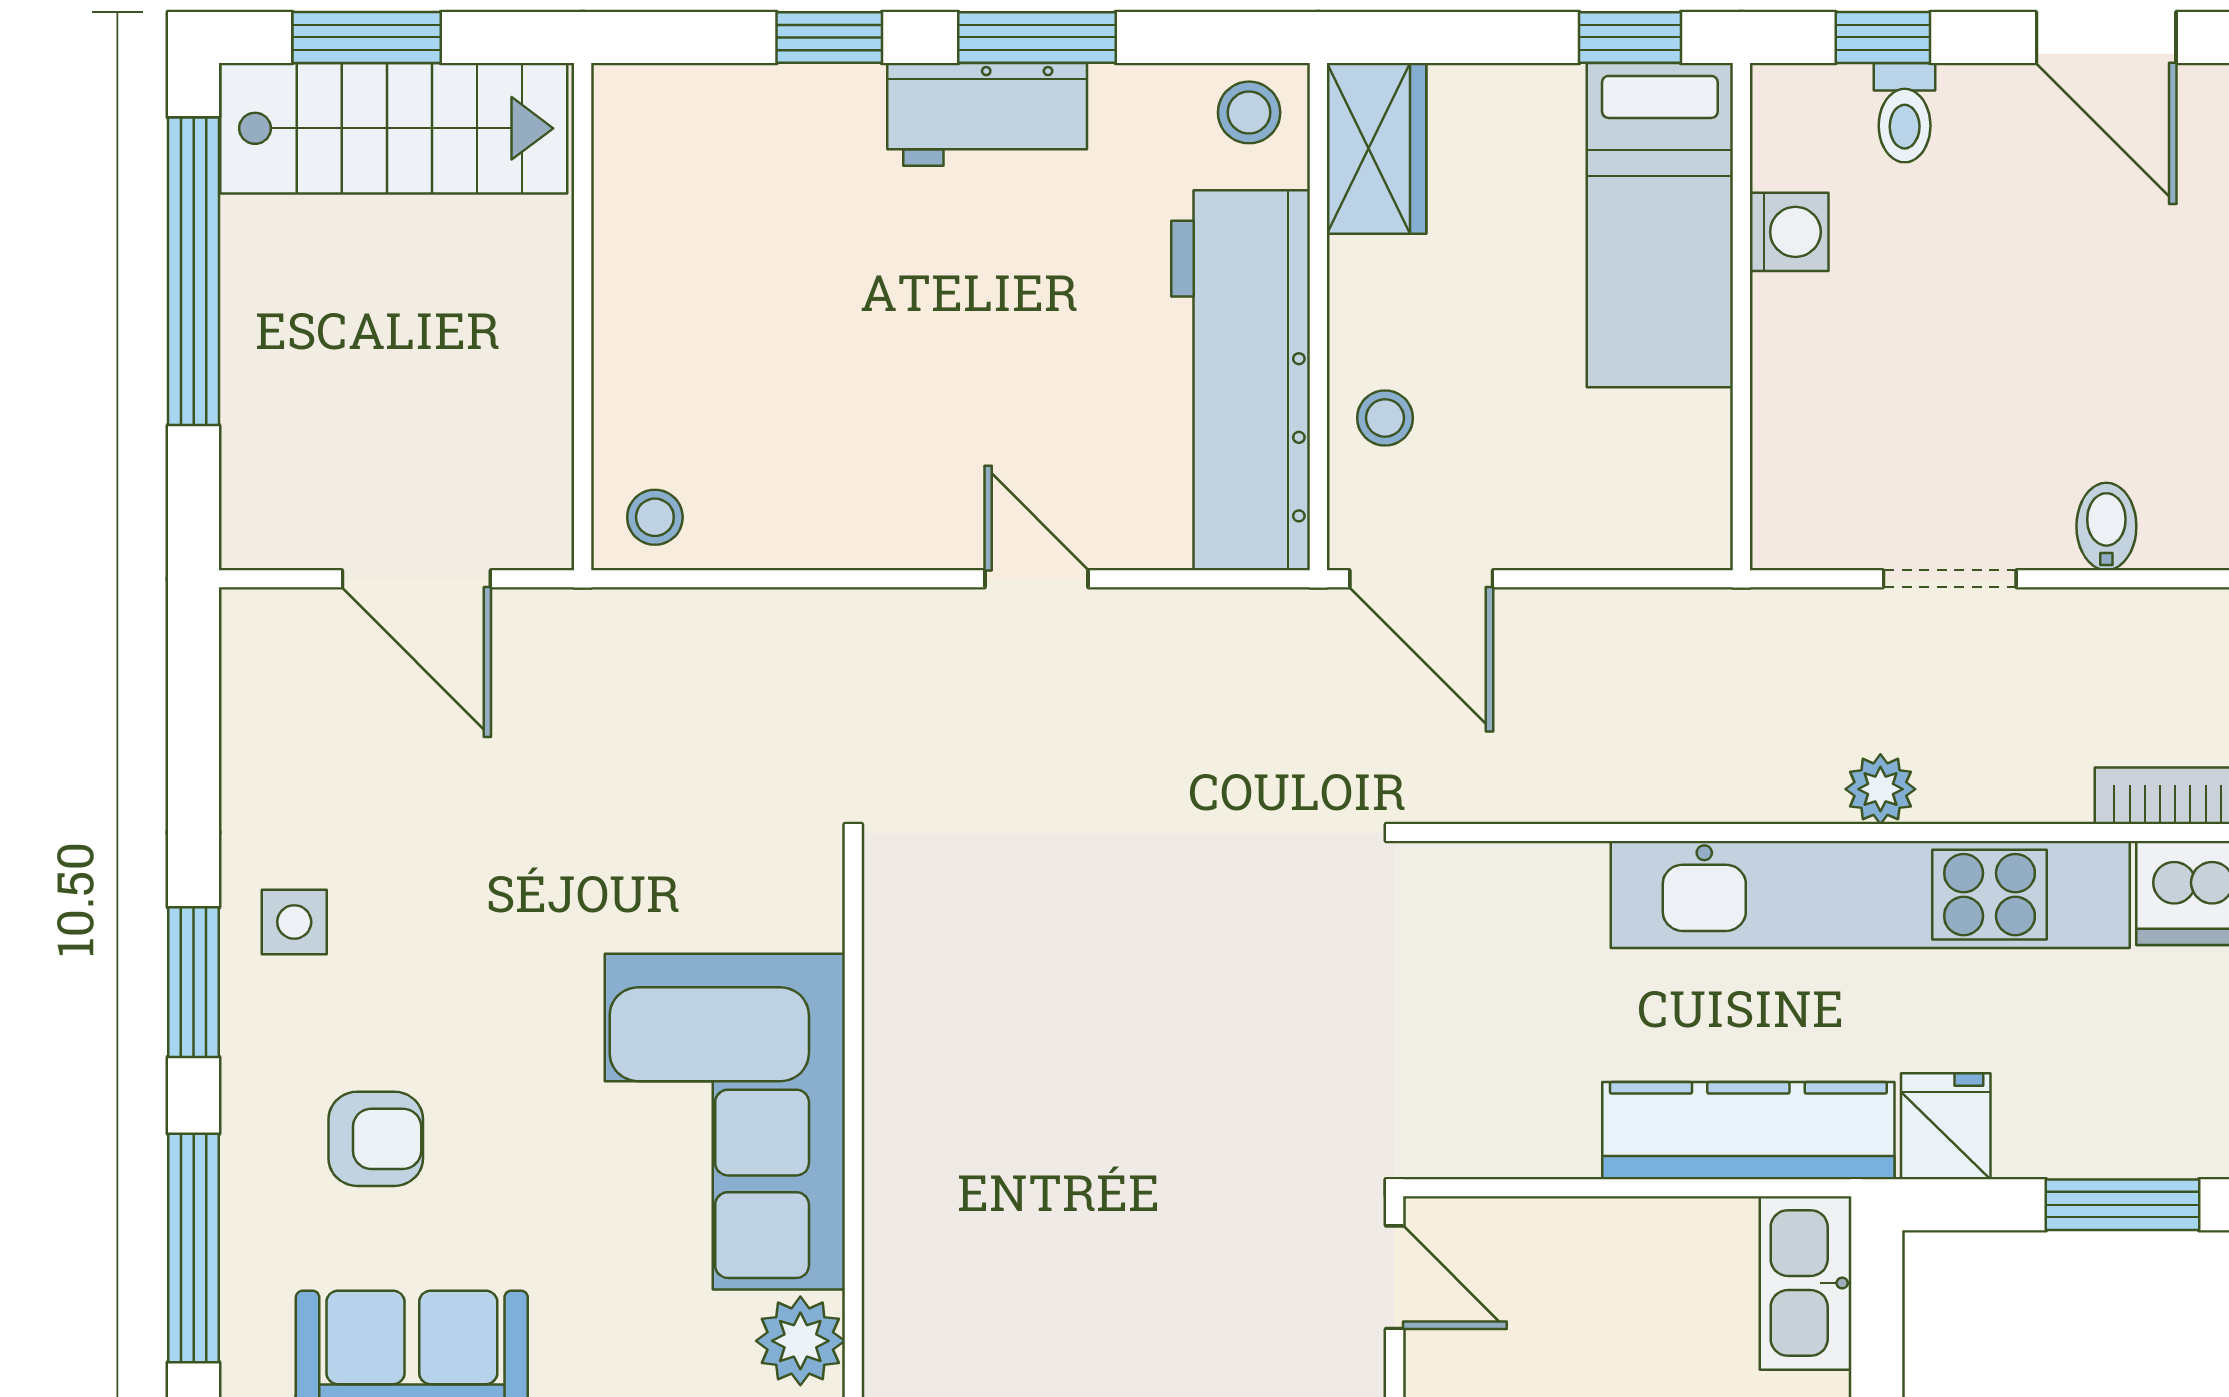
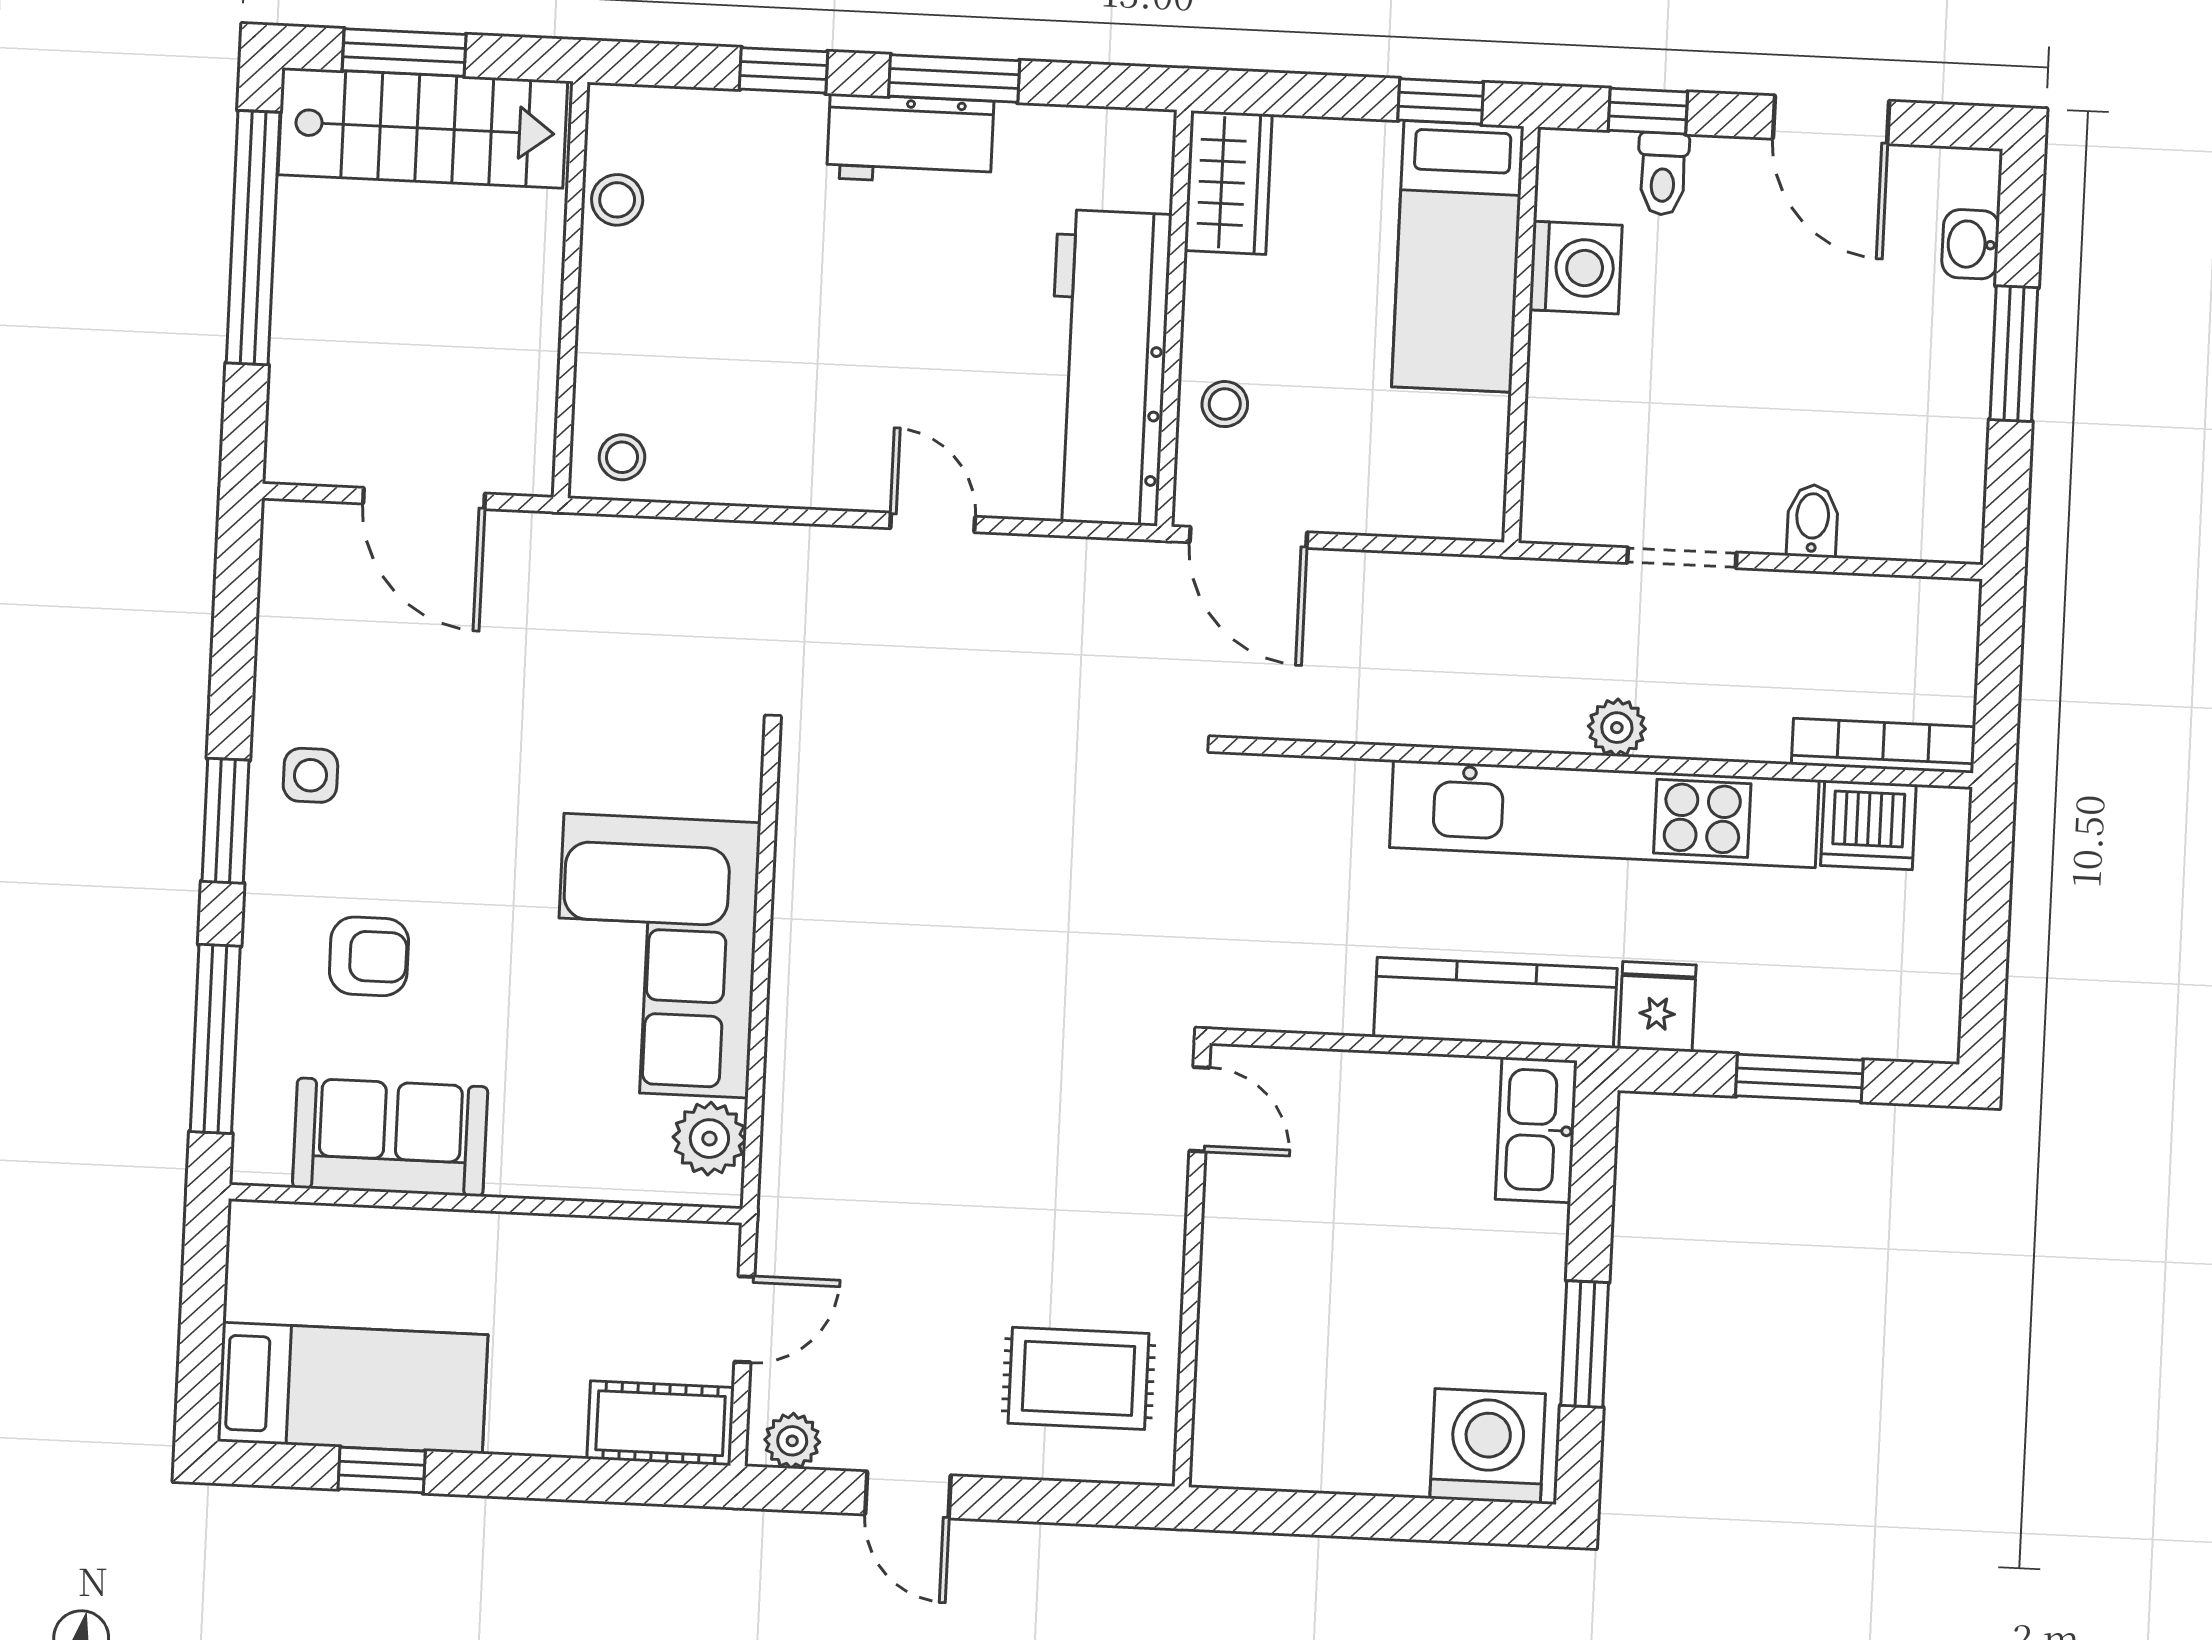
stool: (1249, 112) -> (617, 200), moved
washing machine: (1789, 232) -> (1576, 268), width x1.38, depth x1.38

